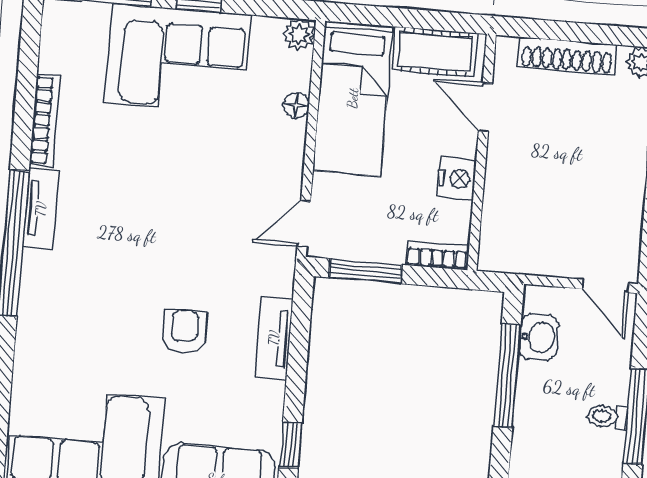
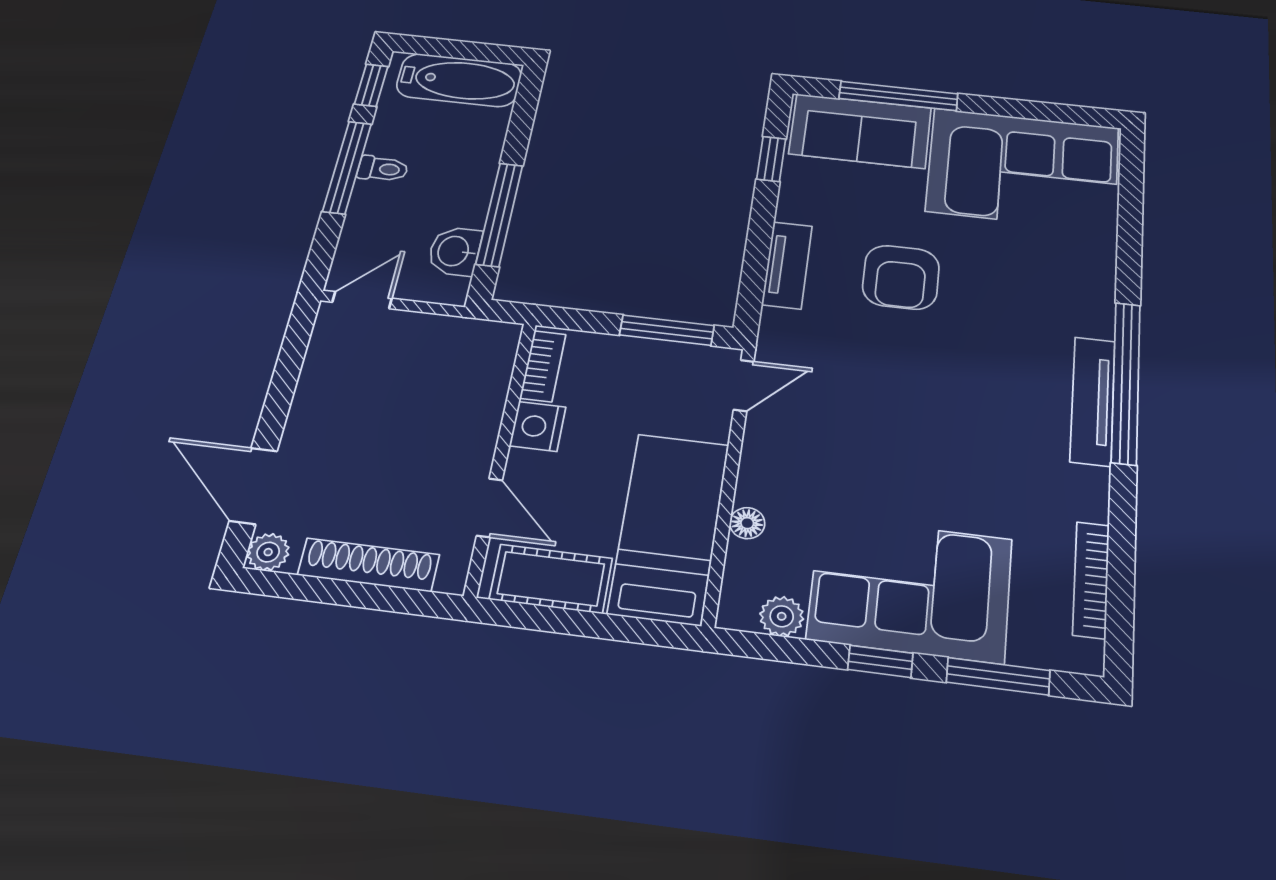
plant: (299, 34) -> (782, 616), moved
bookcase: (45, 120) -> (1091, 580), moved
tv unit: (41, 209) -> (1093, 401), width x1.41
bookcase: (438, 255) -> (543, 366), moved, turned -90
door: (605, 286) -> (362, 300), hinge flipped
armchair: (184, 332) -> (901, 277), width x1.38, depth x1.38

